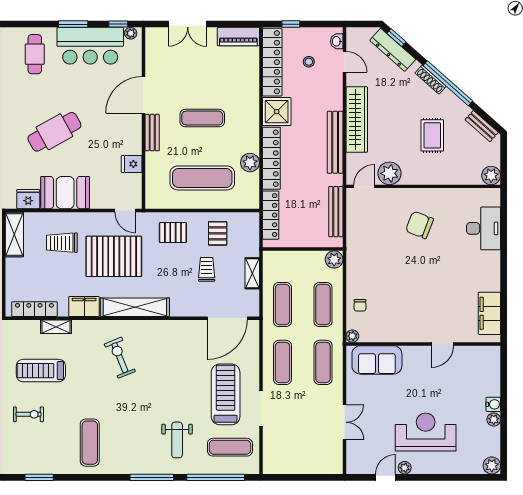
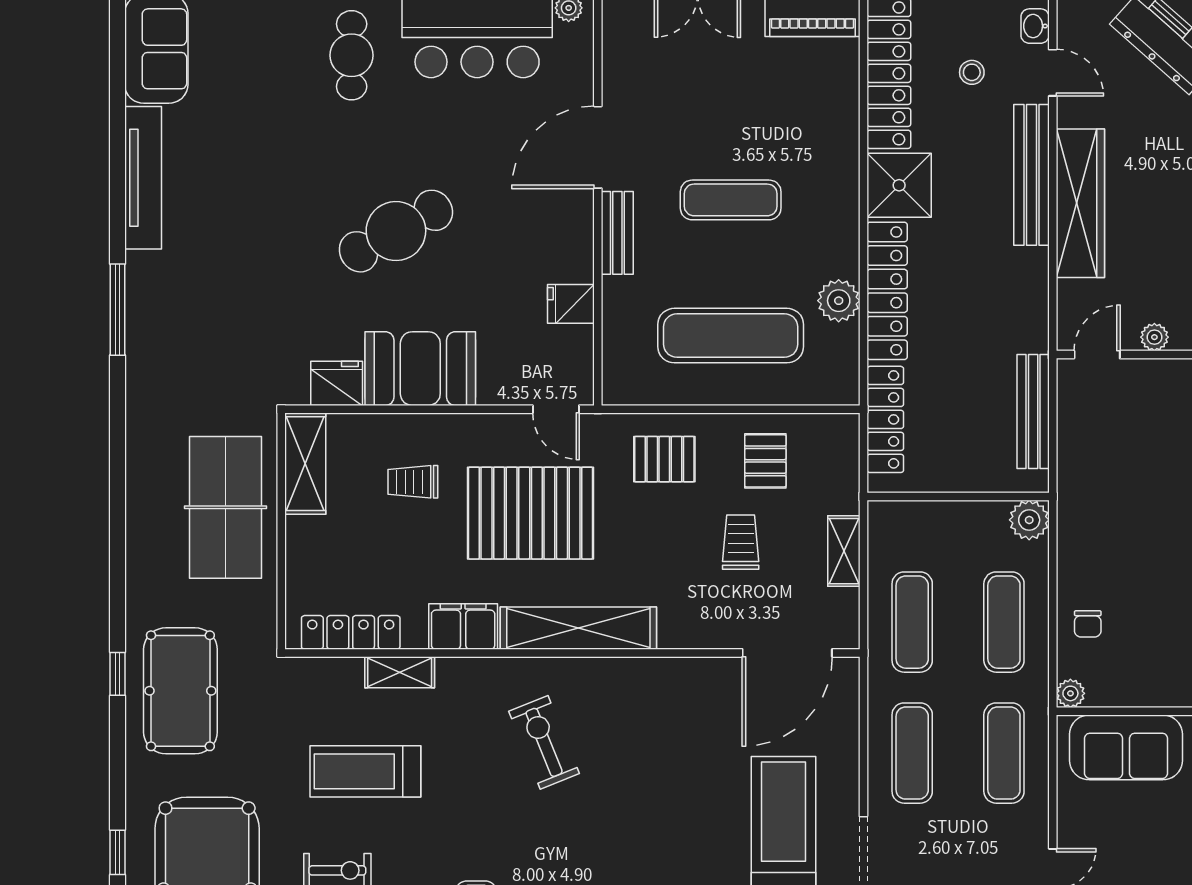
bench: (335, 142) -> (1032, 175), moved
plant: (389, 173) -> (1154, 337), width x0.53, depth x0.53
trolley: (62, 243) -> (413, 482), width x0.73, depth x0.72

